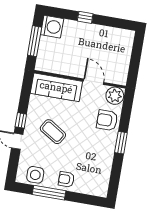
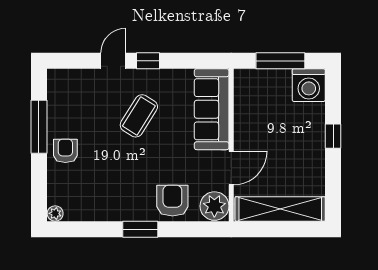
shelving: (123, 57) -> (280, 209), added
side table: (35, 175) -> (64, 99), removed
plant: (103, 192) -> (55, 213), added

